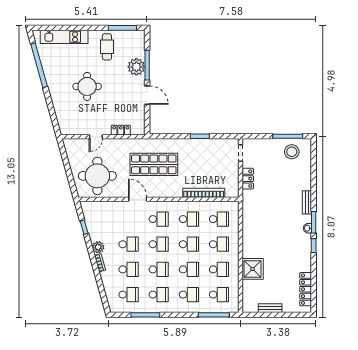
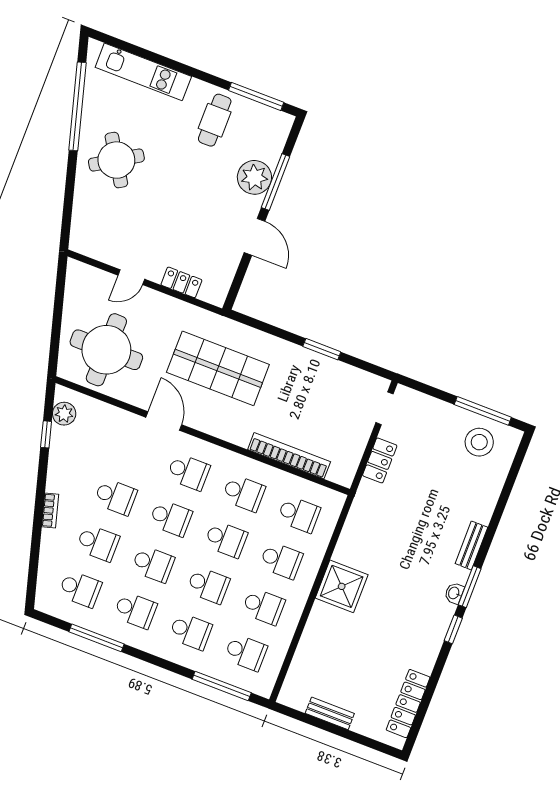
round table: (87, 86) -> (116, 160), moved, turned -32
plant: (98, 247) -> (64, 414), moved
shower: (253, 269) -> (342, 586), moved

